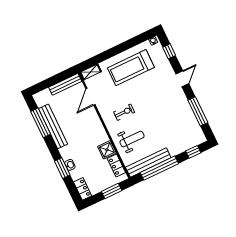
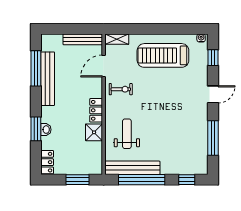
exercise bike: (124, 112) -> (121, 89), moved
weight bench: (132, 139) -> (127, 134), turned -90
locker: (116, 166) -> (96, 110), moved

